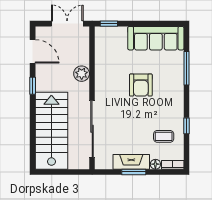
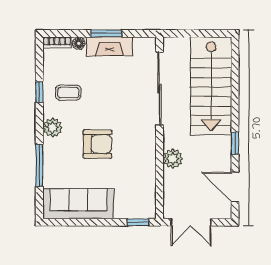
armchair: (141, 85) -> (97, 144), turned 90
plant: (176, 98) -> (53, 127), added
coffee table: (164, 136) -> (68, 93), moved

